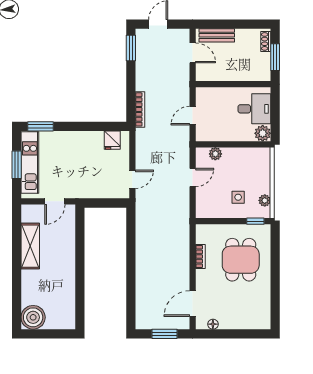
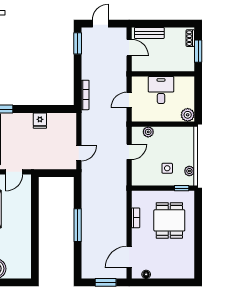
desk: (254, 109) -> (161, 90), moved, turned -90
fridge: (112, 140) -> (40, 121), moved
window: (131, 265) -> (78, 225), added

